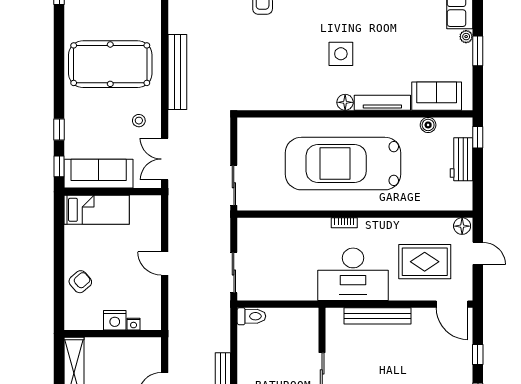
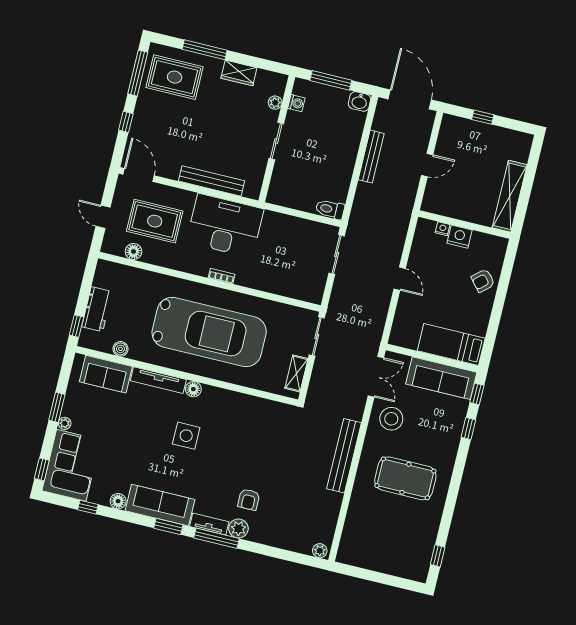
pool table: (110, 64) -> (405, 478), width x0.73, depth x0.76
stool: (139, 121) -> (391, 419), width x1.89, depth x1.89
shelving: (245, 143) -> (296, 373), added
floor lamp: (462, 226) -> (133, 251), moved

